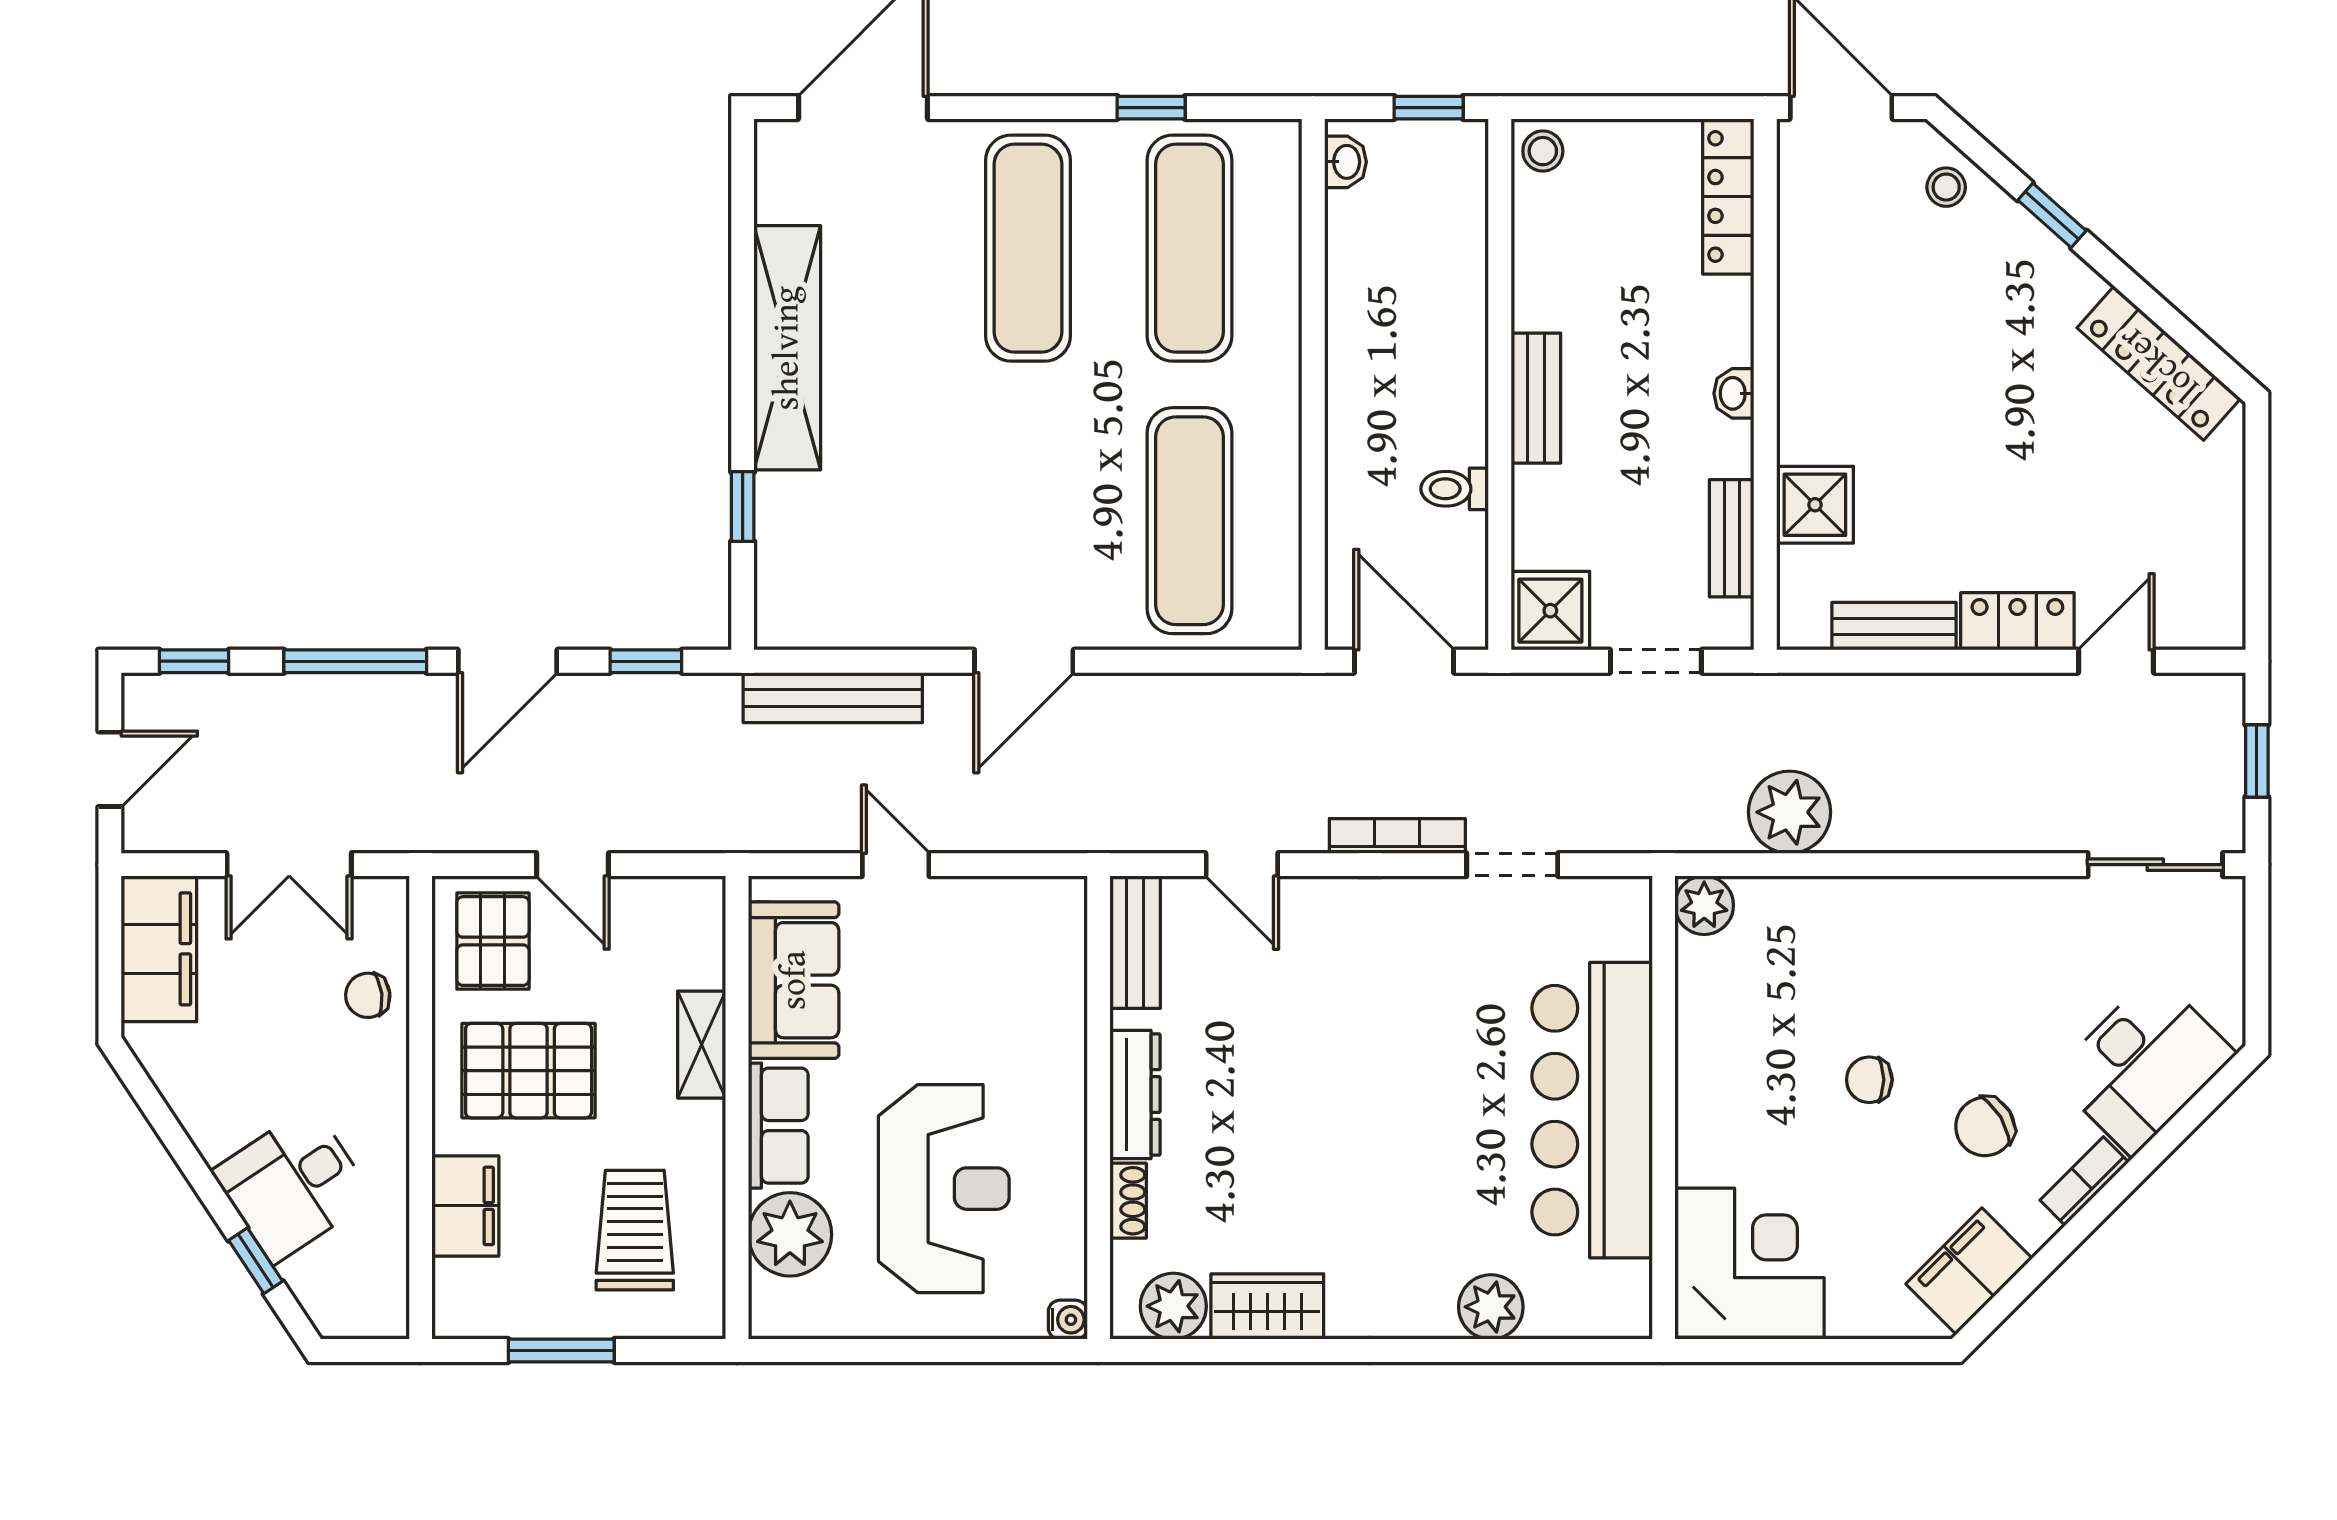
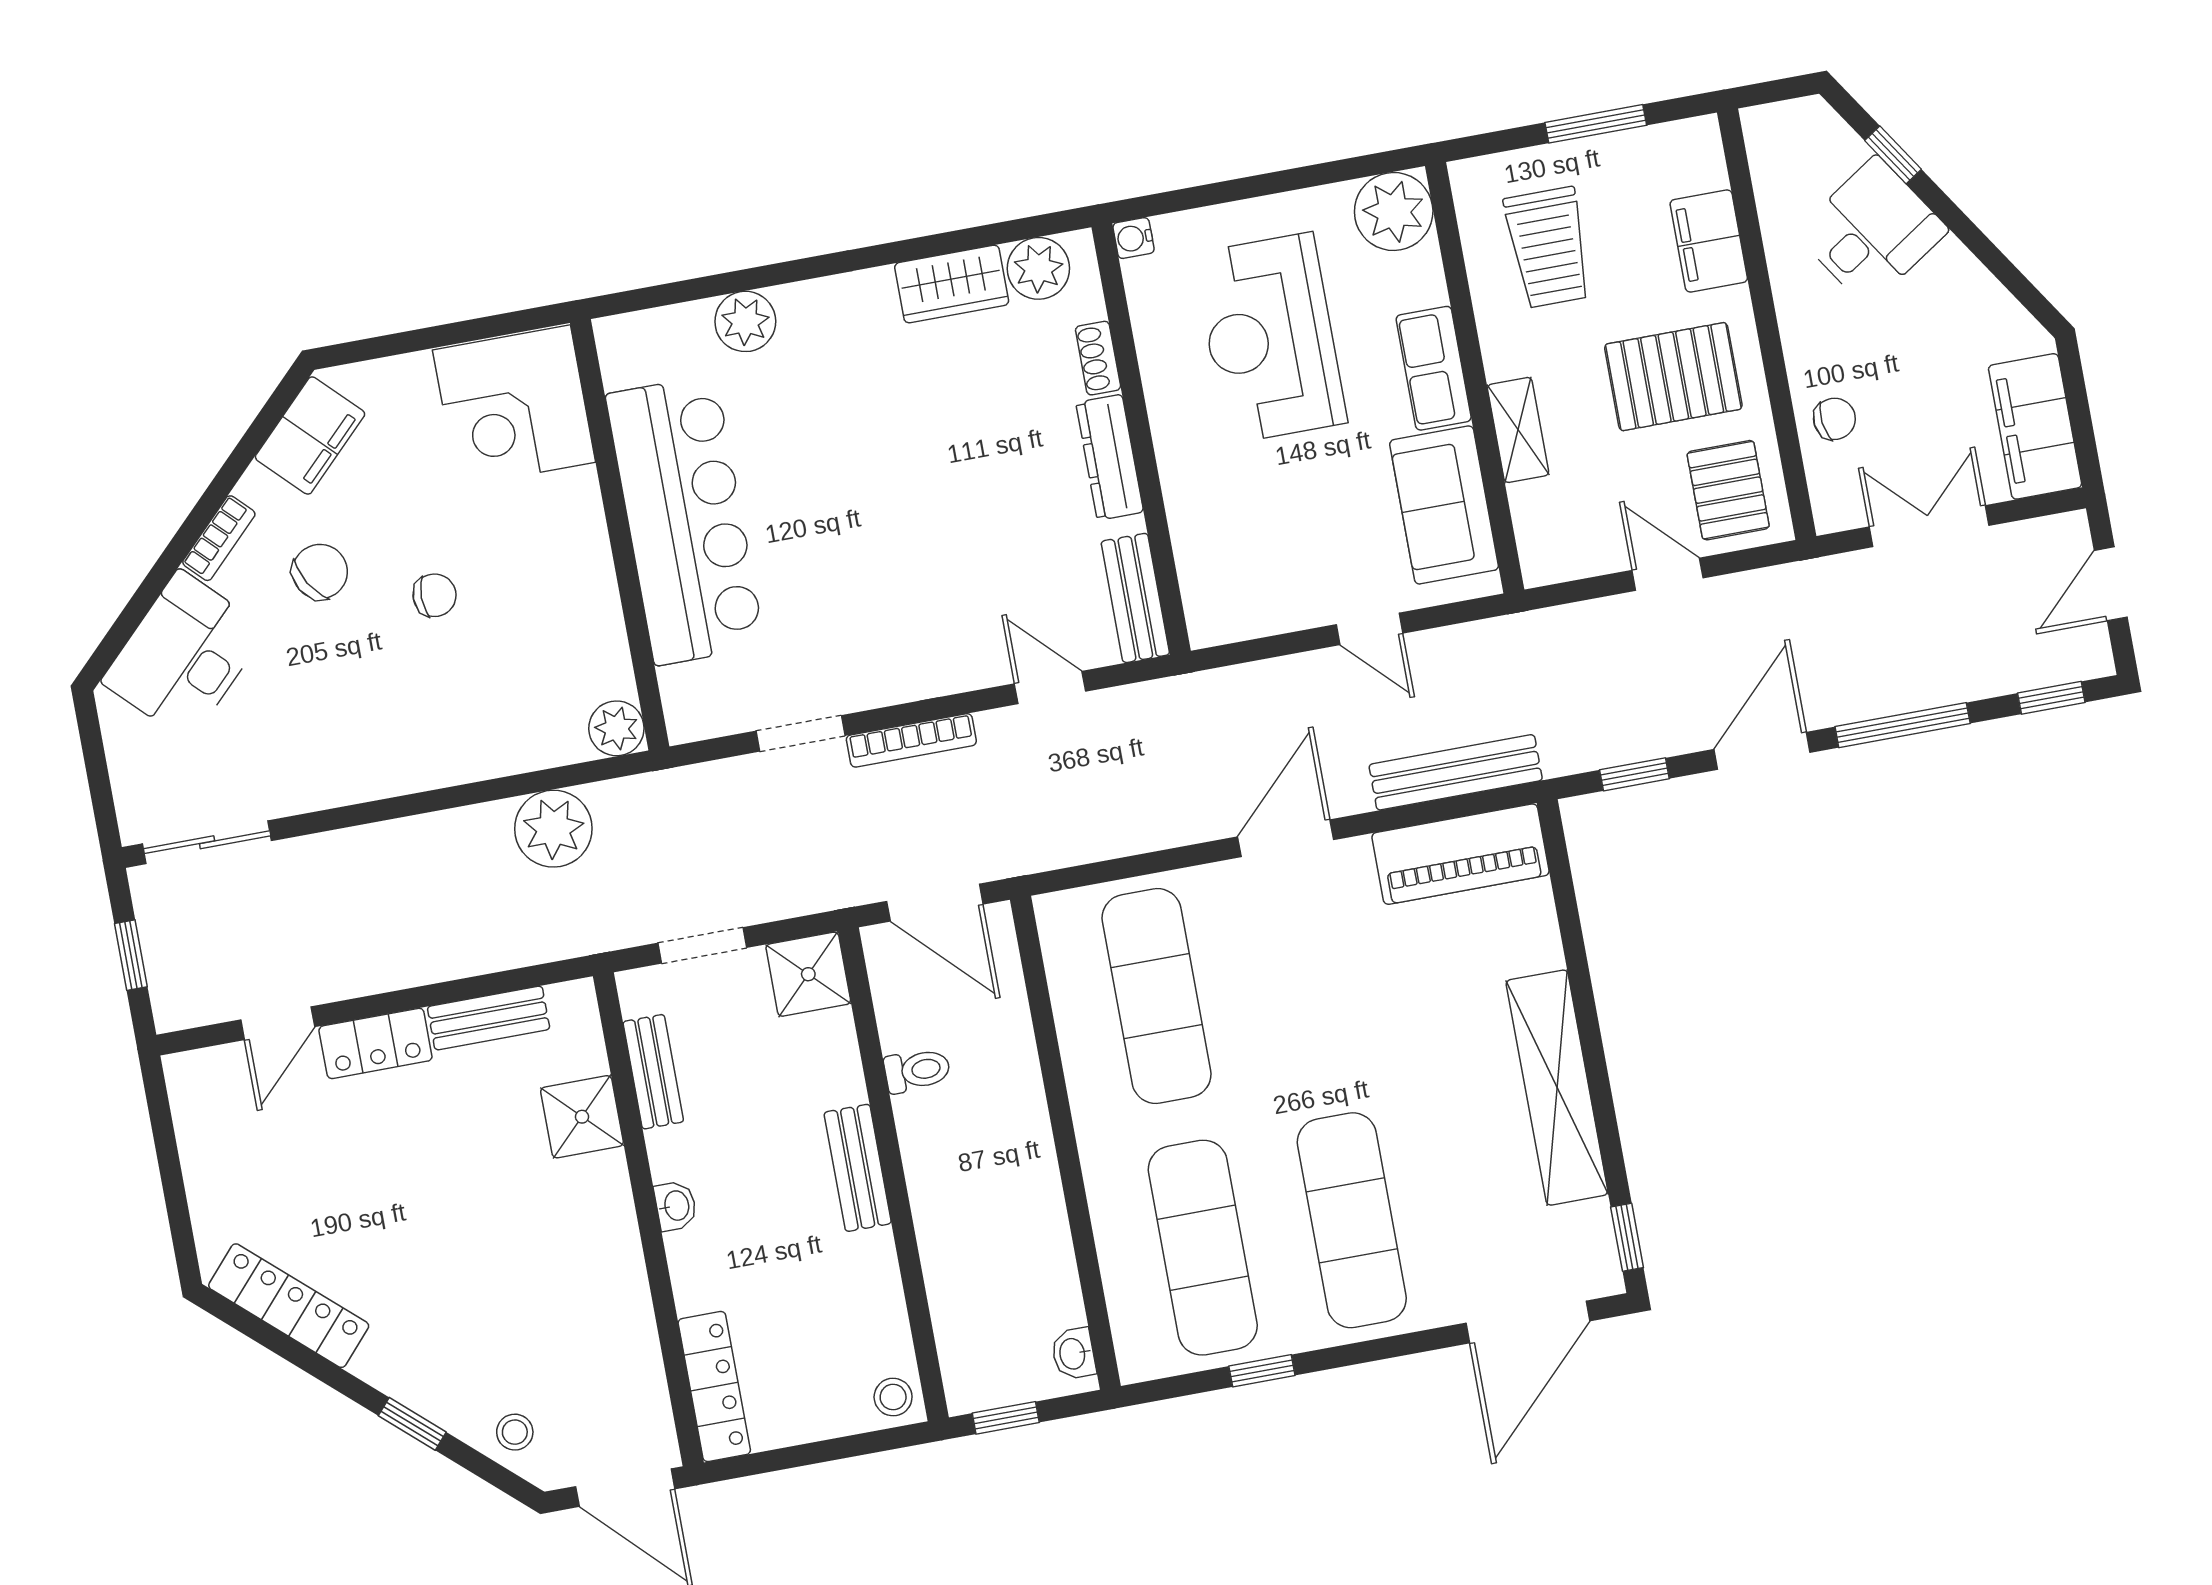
window: (743, 507) -> (1627, 1237), moved
piano: (844, 611) -> (1460, 854), added
plant: (790, 1234) -> (1394, 211), moved

